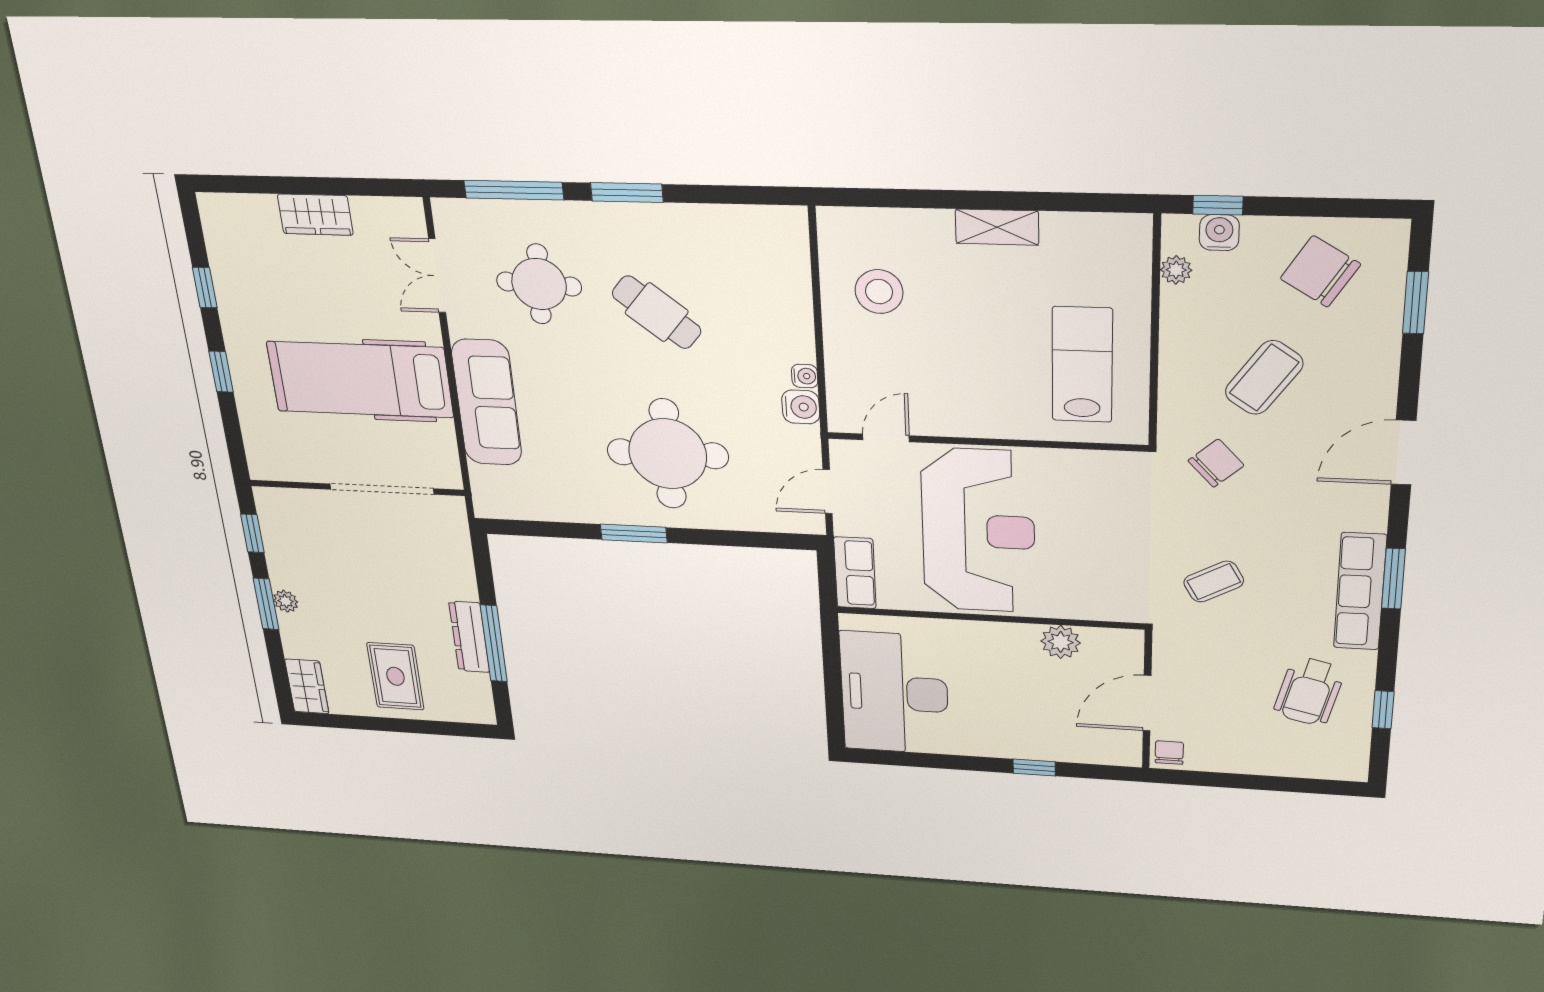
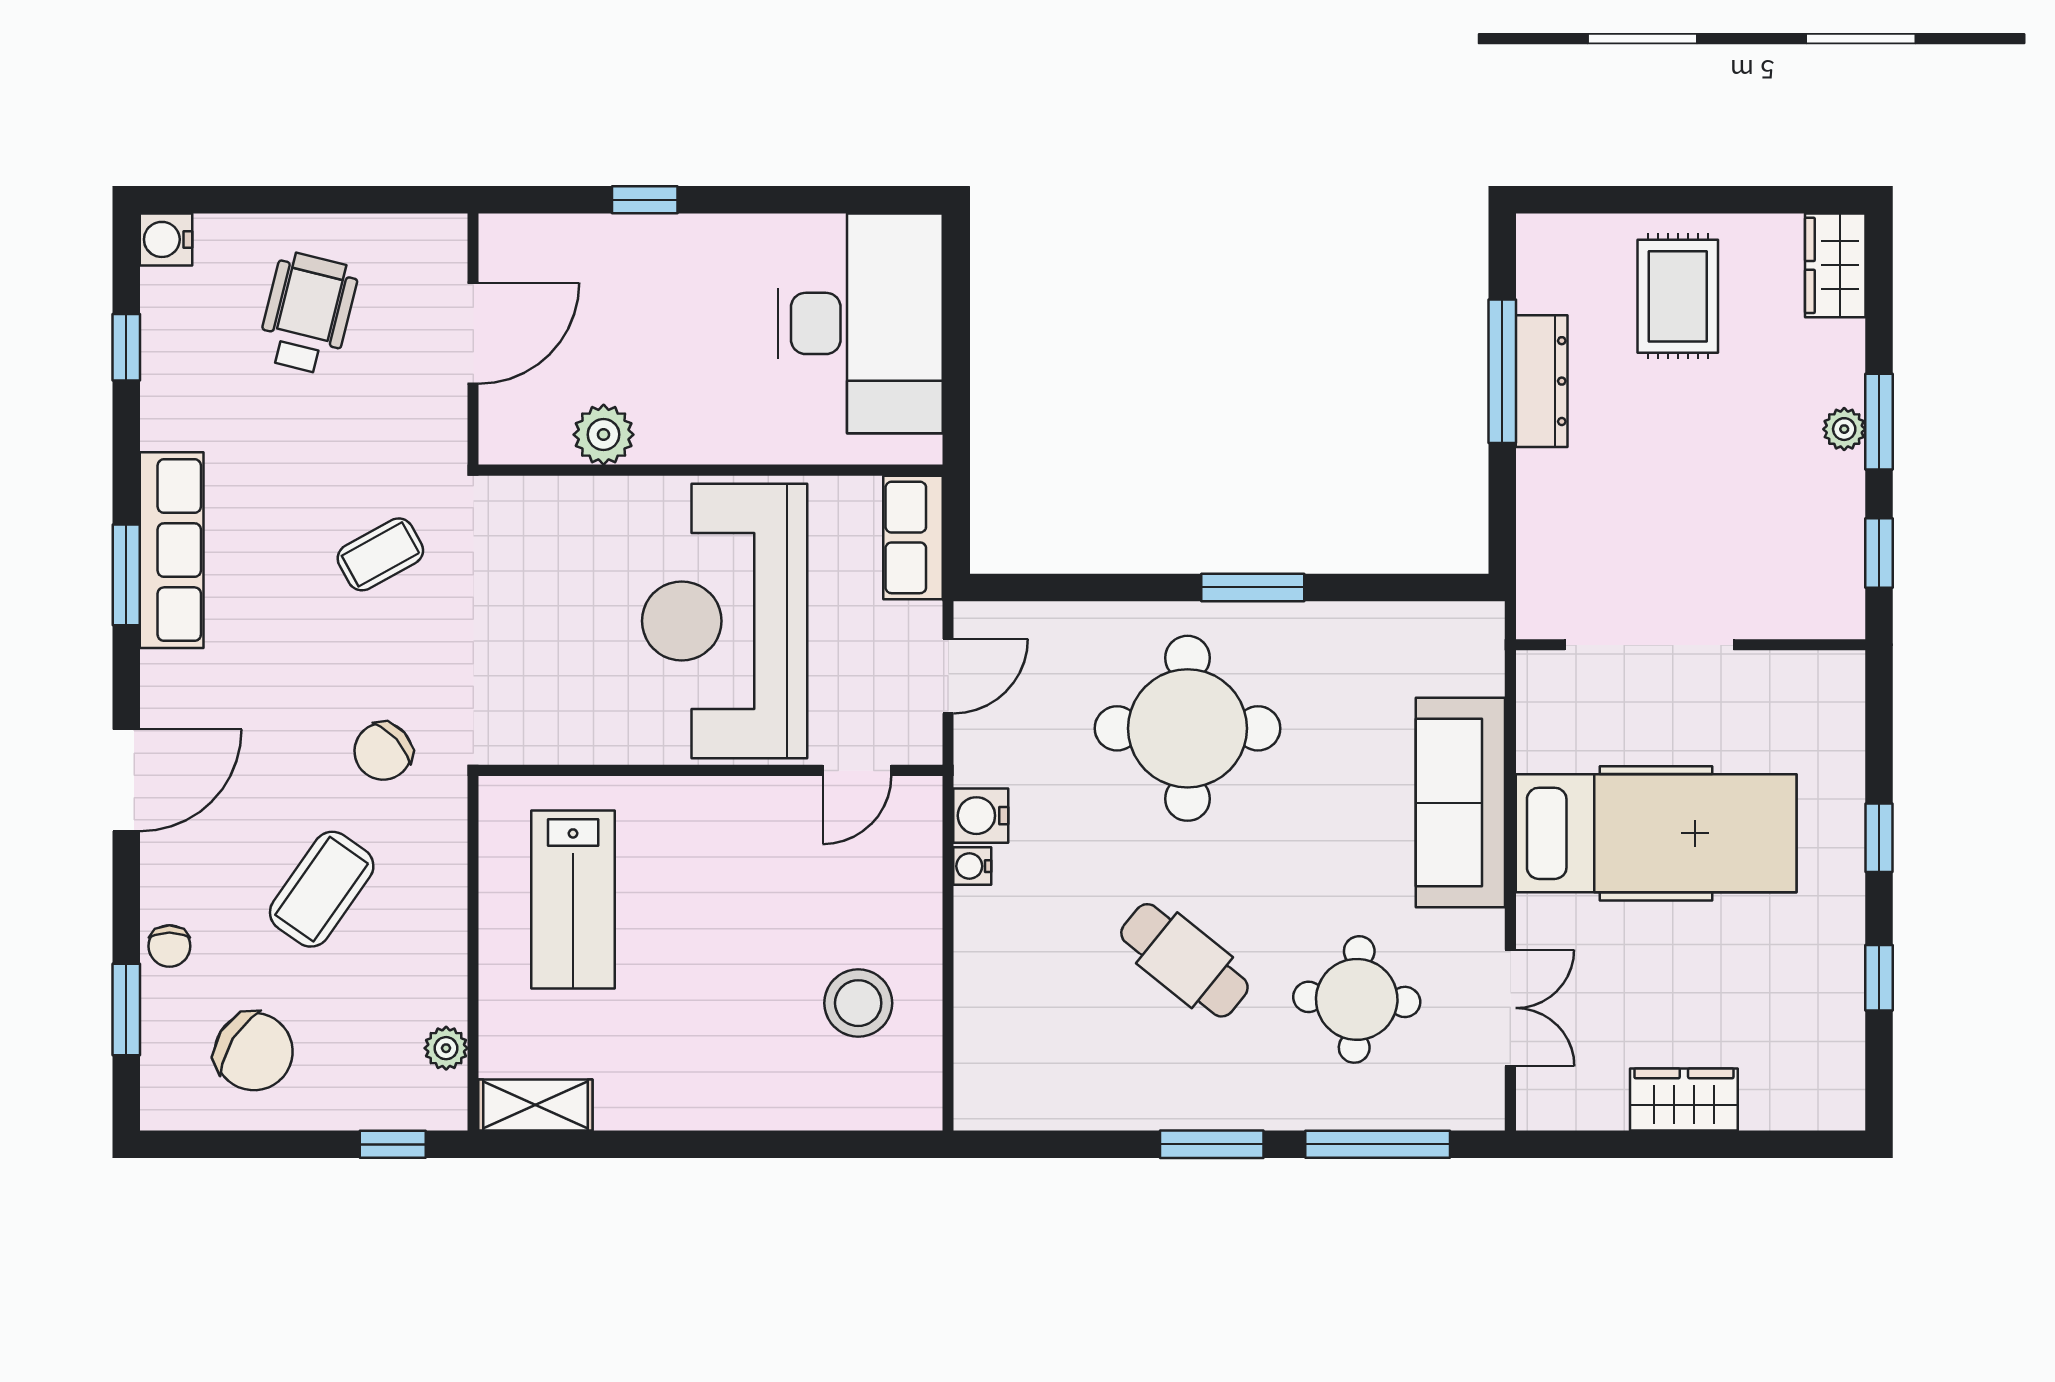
shelving: (997, 227) -> (535, 1105), moved
water cooler: (1219, 233) -> (166, 239), moved, turned 90
wheelchair: (1309, 691) -> (308, 313), moved
chair: (1169, 752) -> (169, 946), moved

